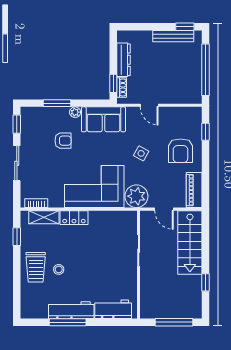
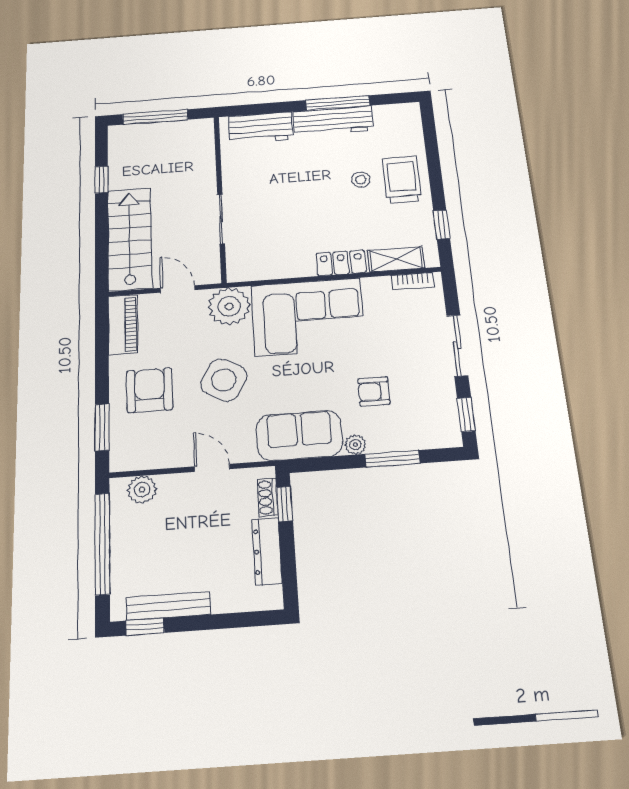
plant: (185, 96) -> (142, 490), added
window: (206, 132) -> (102, 427), width x1.50
side table: (141, 153) -> (224, 380), width x1.87, depth x1.87

